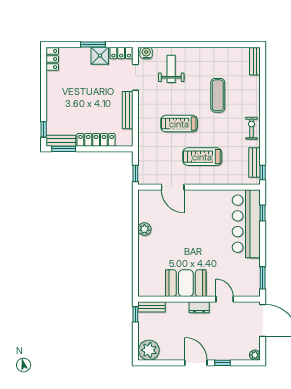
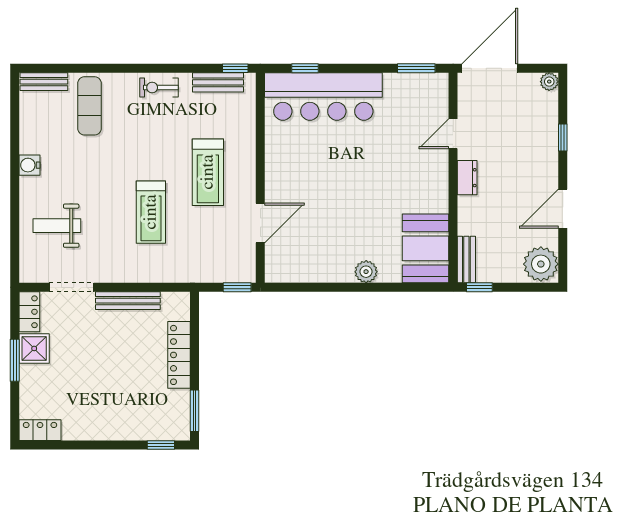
water cooler: (146, 53) -> (30, 165), moved
exercise mat: (218, 95) -> (89, 106), moved, turned 90
bench: (61, 141) -> (181, 415), removed
plant: (144, 229) -> (366, 272), moved
booth: (186, 283) -> (426, 248), moved
door: (196, 363) -> (563, 209), moved

